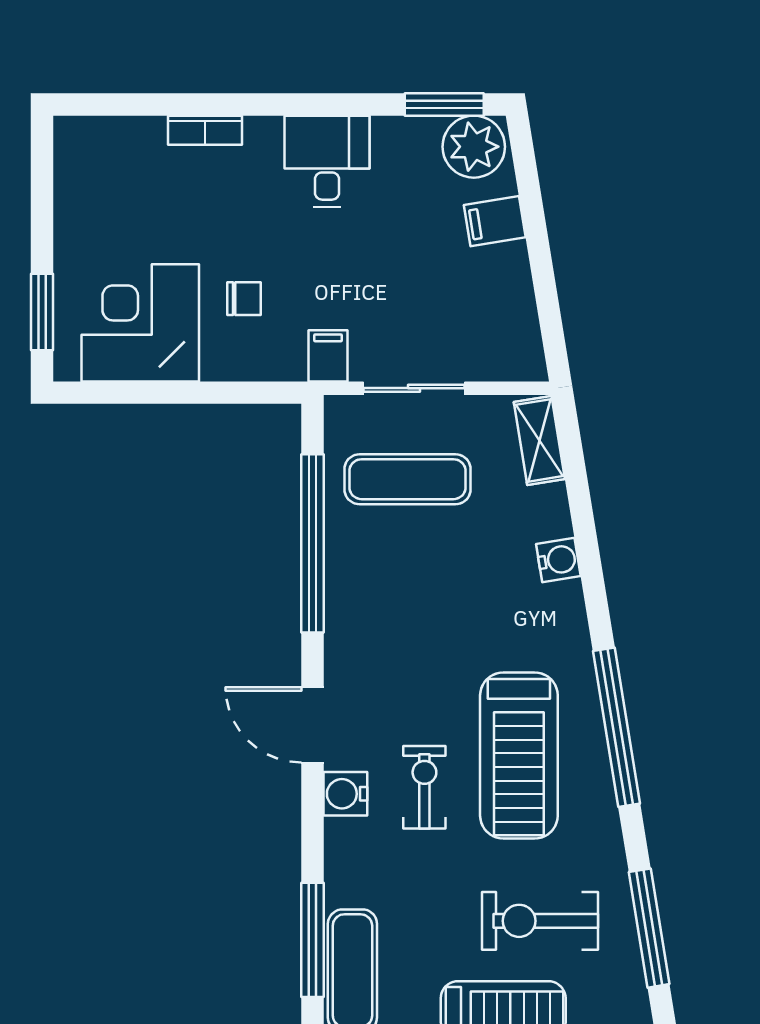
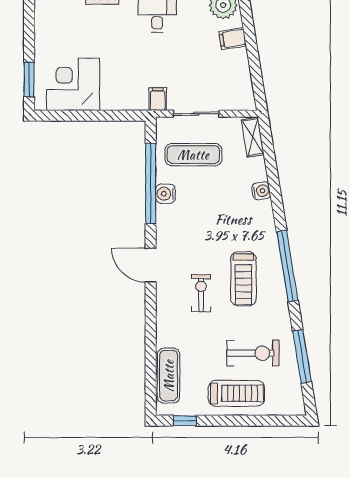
chair: (244, 299) -> (120, 73), removed
treadmill: (519, 756) -> (243, 279), width x0.73, depth x0.73
water cooler: (345, 794) -> (165, 194), moved
exercise bike: (540, 921) -> (253, 353), turned 180
window: (312, 940) -> (151, 362), removed

